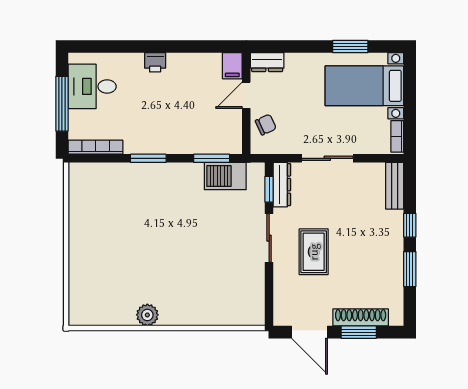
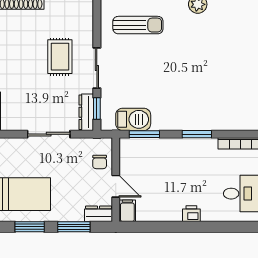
window: (297, 46) -> (74, 227), added
door: (246, 95) -> (116, 186), hinge flipped
chair: (266, 125) -> (100, 162), turned -65
sun lounger: (219, 290) -> (138, 25), added

